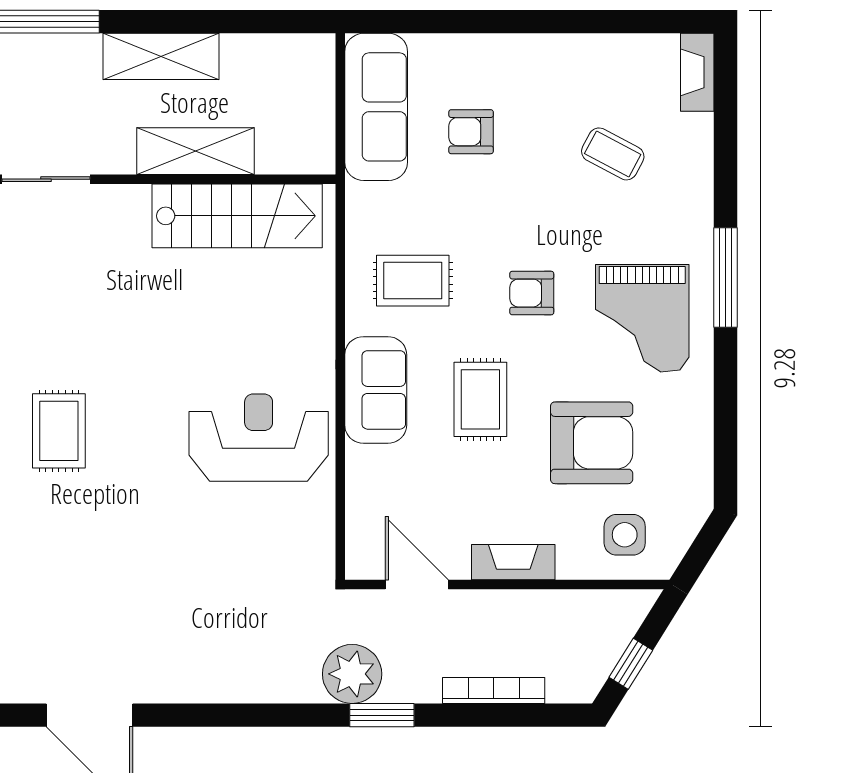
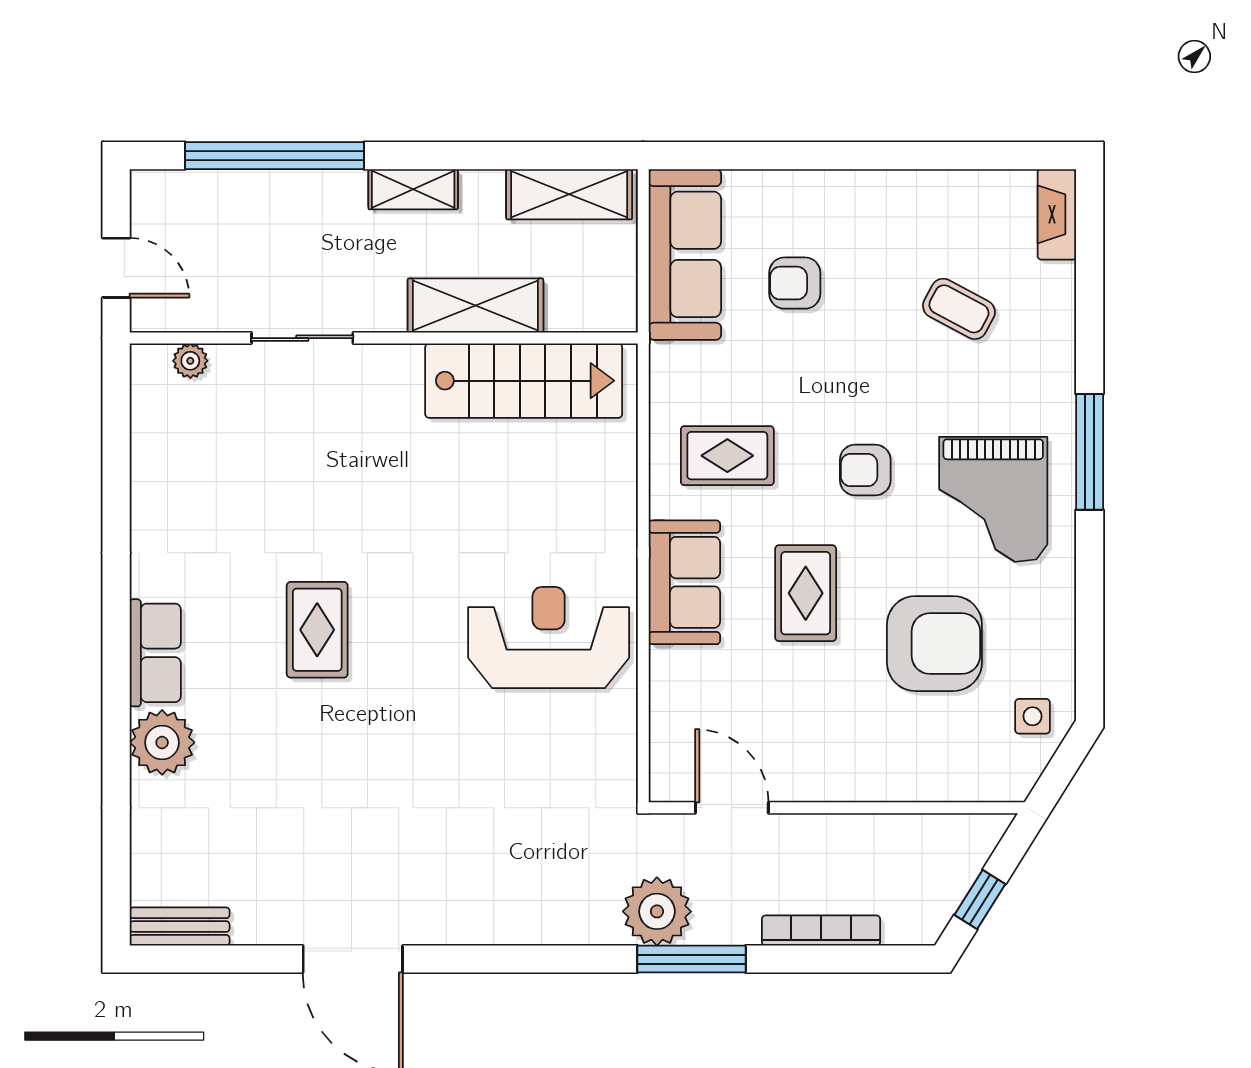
shelving: (276, 55) -> (569, 194), added
shelving: (161, 56) -> (413, 189), width x0.67, depth x0.75
side table: (625, 535) -> (1033, 716), moved, width x0.73, depth x0.73
fireplace: (513, 562) -> (844, 782), removed
window: (382, 715) -> (691, 959), width x1.44

